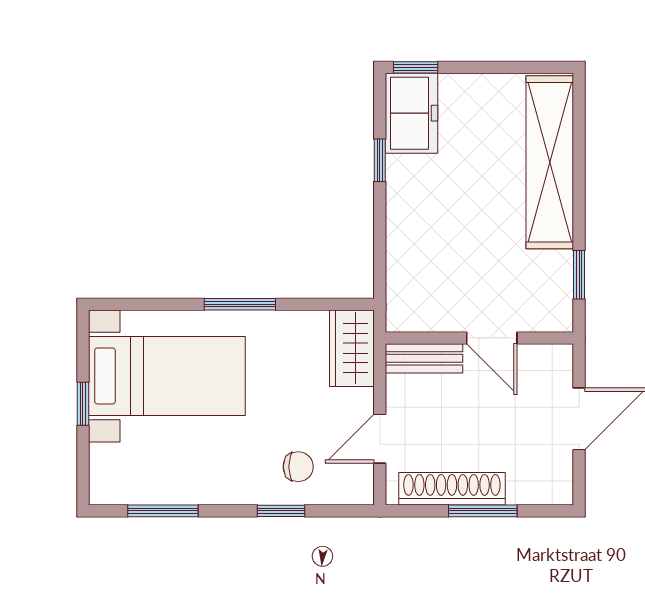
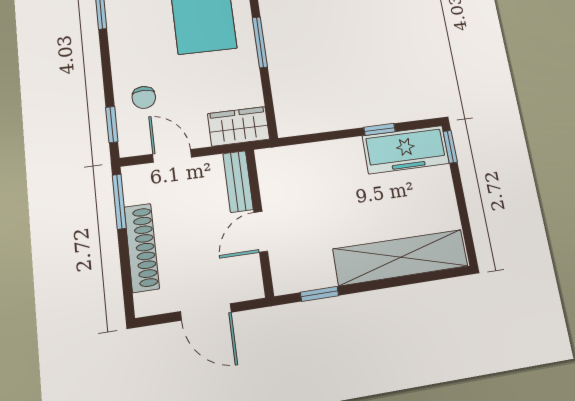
freezer: (412, 113) -> (406, 150), width x1.40
shoe rack: (452, 489) -> (142, 248), moved
window: (281, 511) -> (112, 125), moved
window: (483, 511) -> (119, 202), moved

